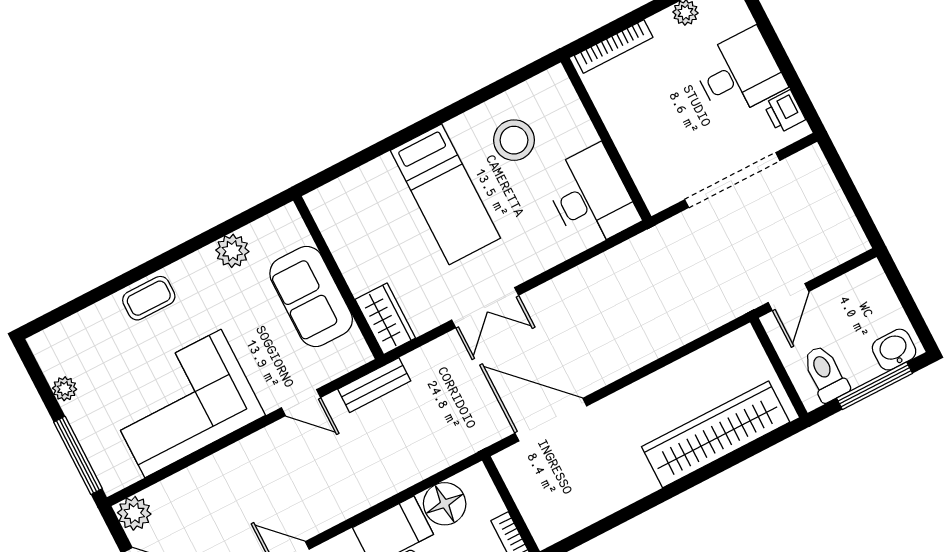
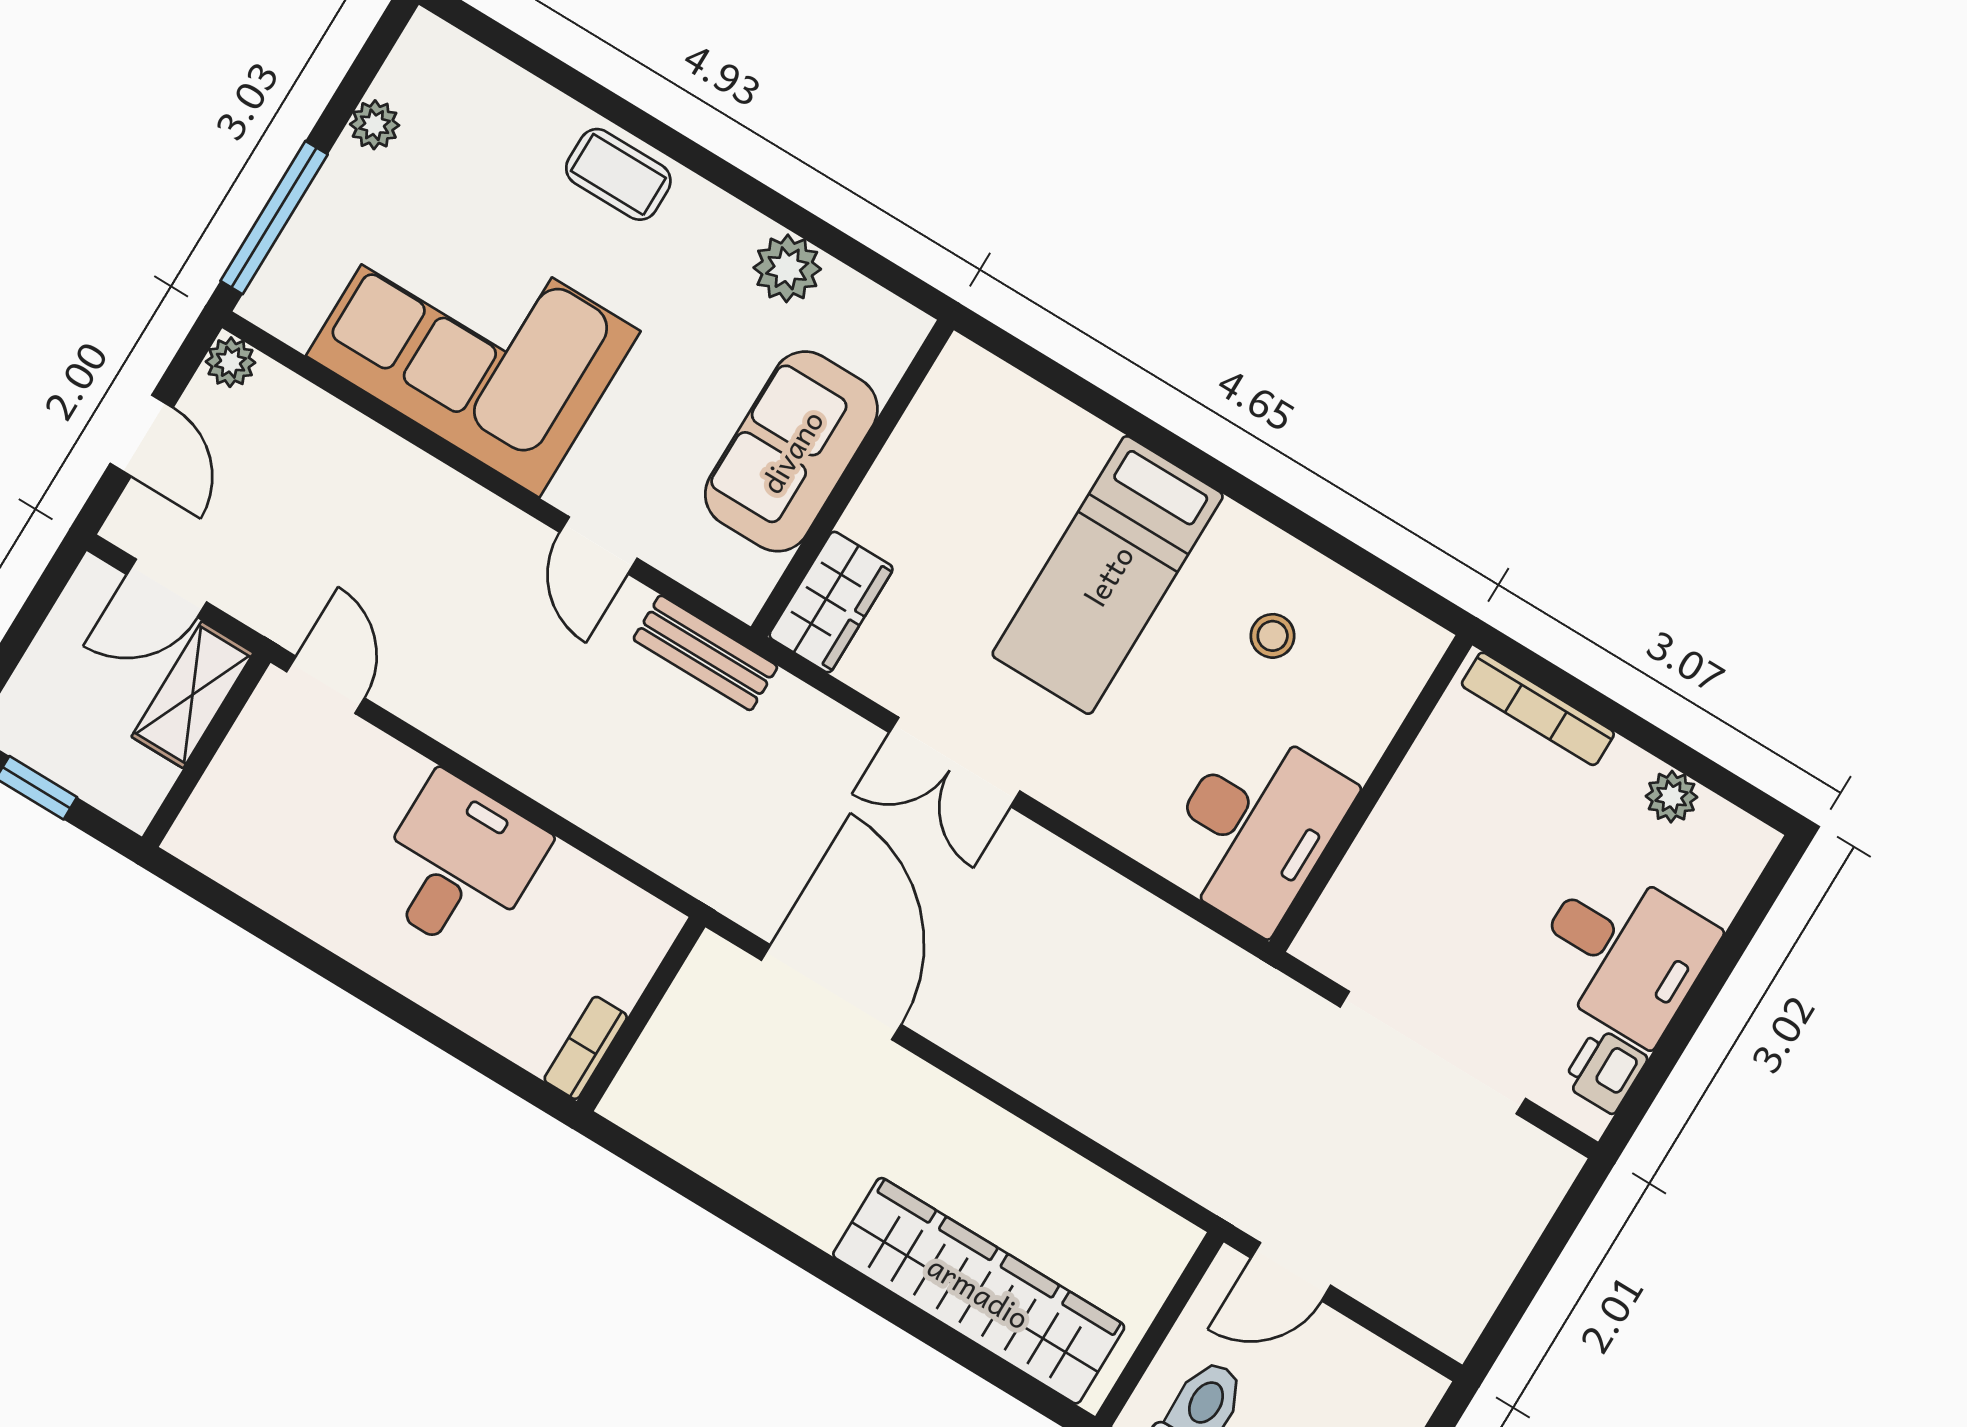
stool: (514, 140) -> (1273, 636), width x0.53, depth x0.53
floor lamp: (445, 504) -> (575, 898), removed
plant: (134, 513) -> (231, 362), width x0.73, depth x0.73

